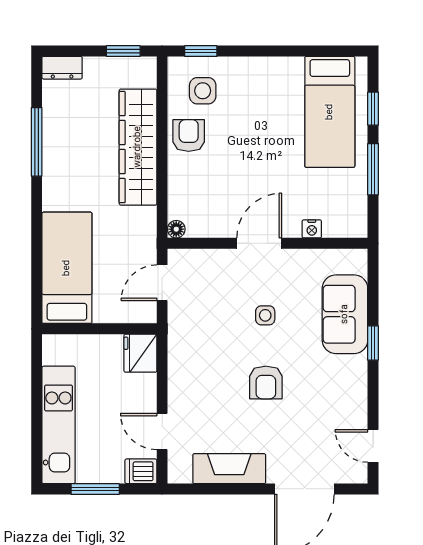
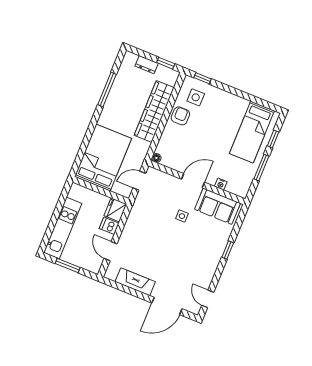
dresser: (62, 68) -> (147, 65), moved
bed: (67, 268) -> (103, 158), width x1.50
sofa: (345, 314) -> (217, 206), moved, turned -90
armchair: (266, 383) -> (169, 248), removed
dishwasher: (141, 471) -> (109, 226), moved

